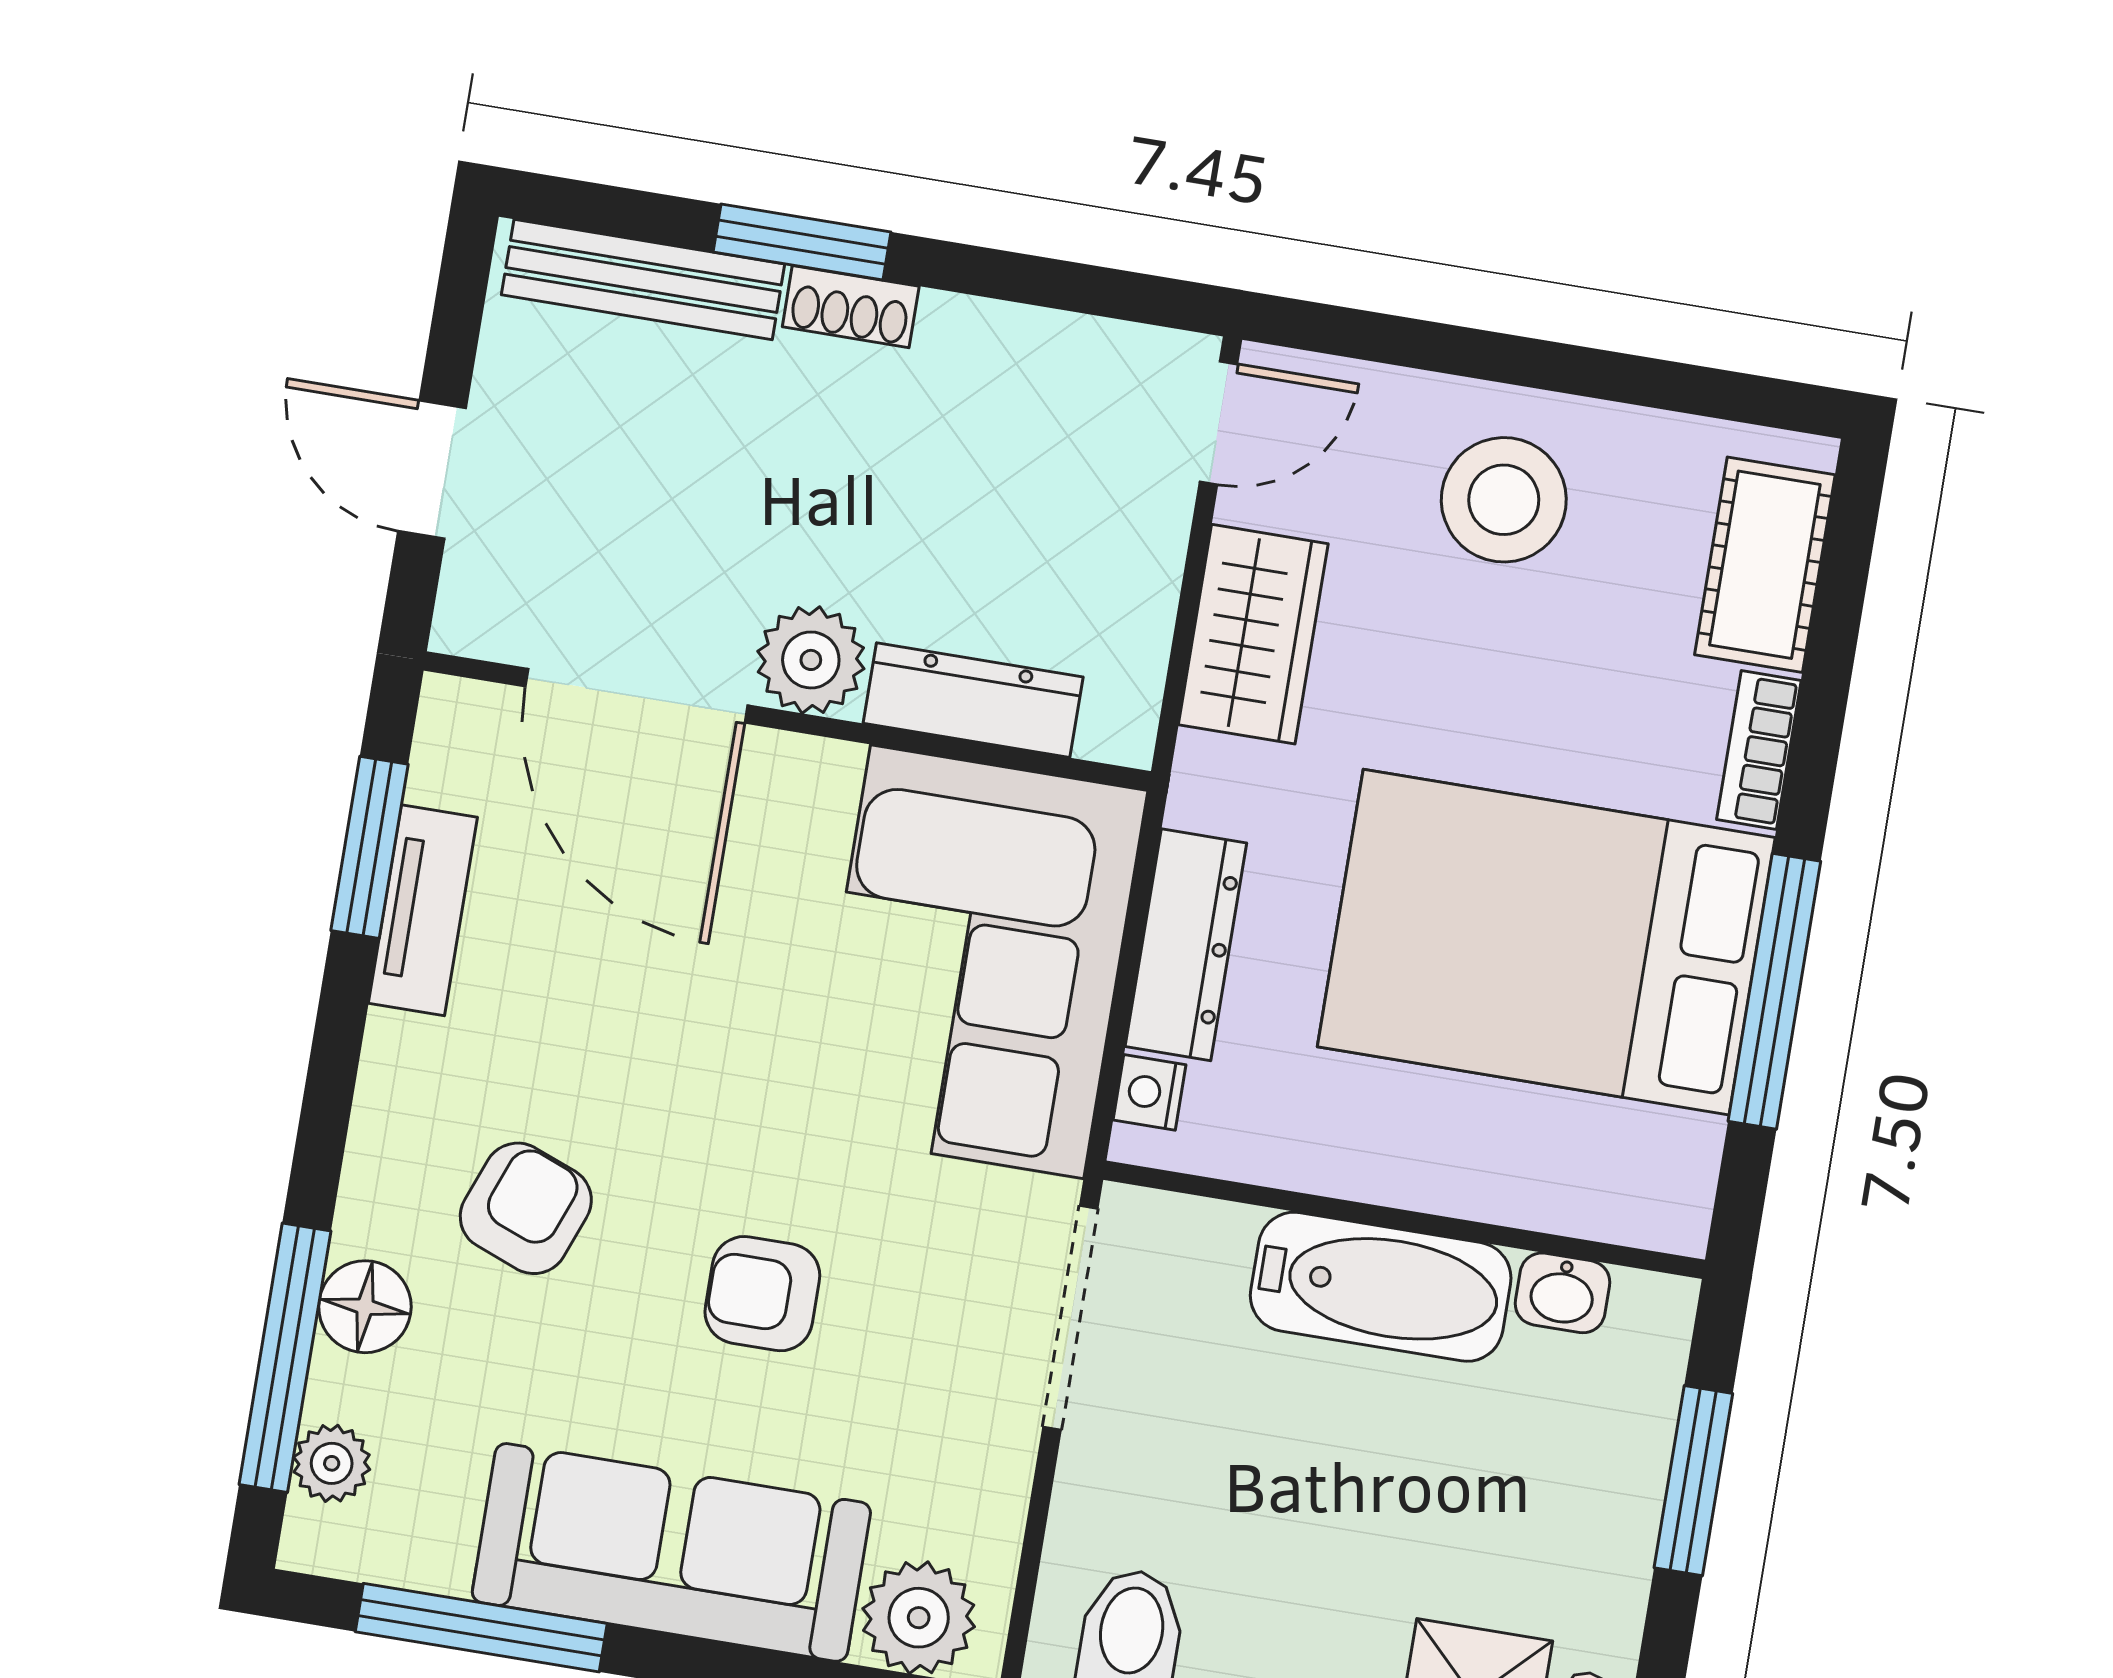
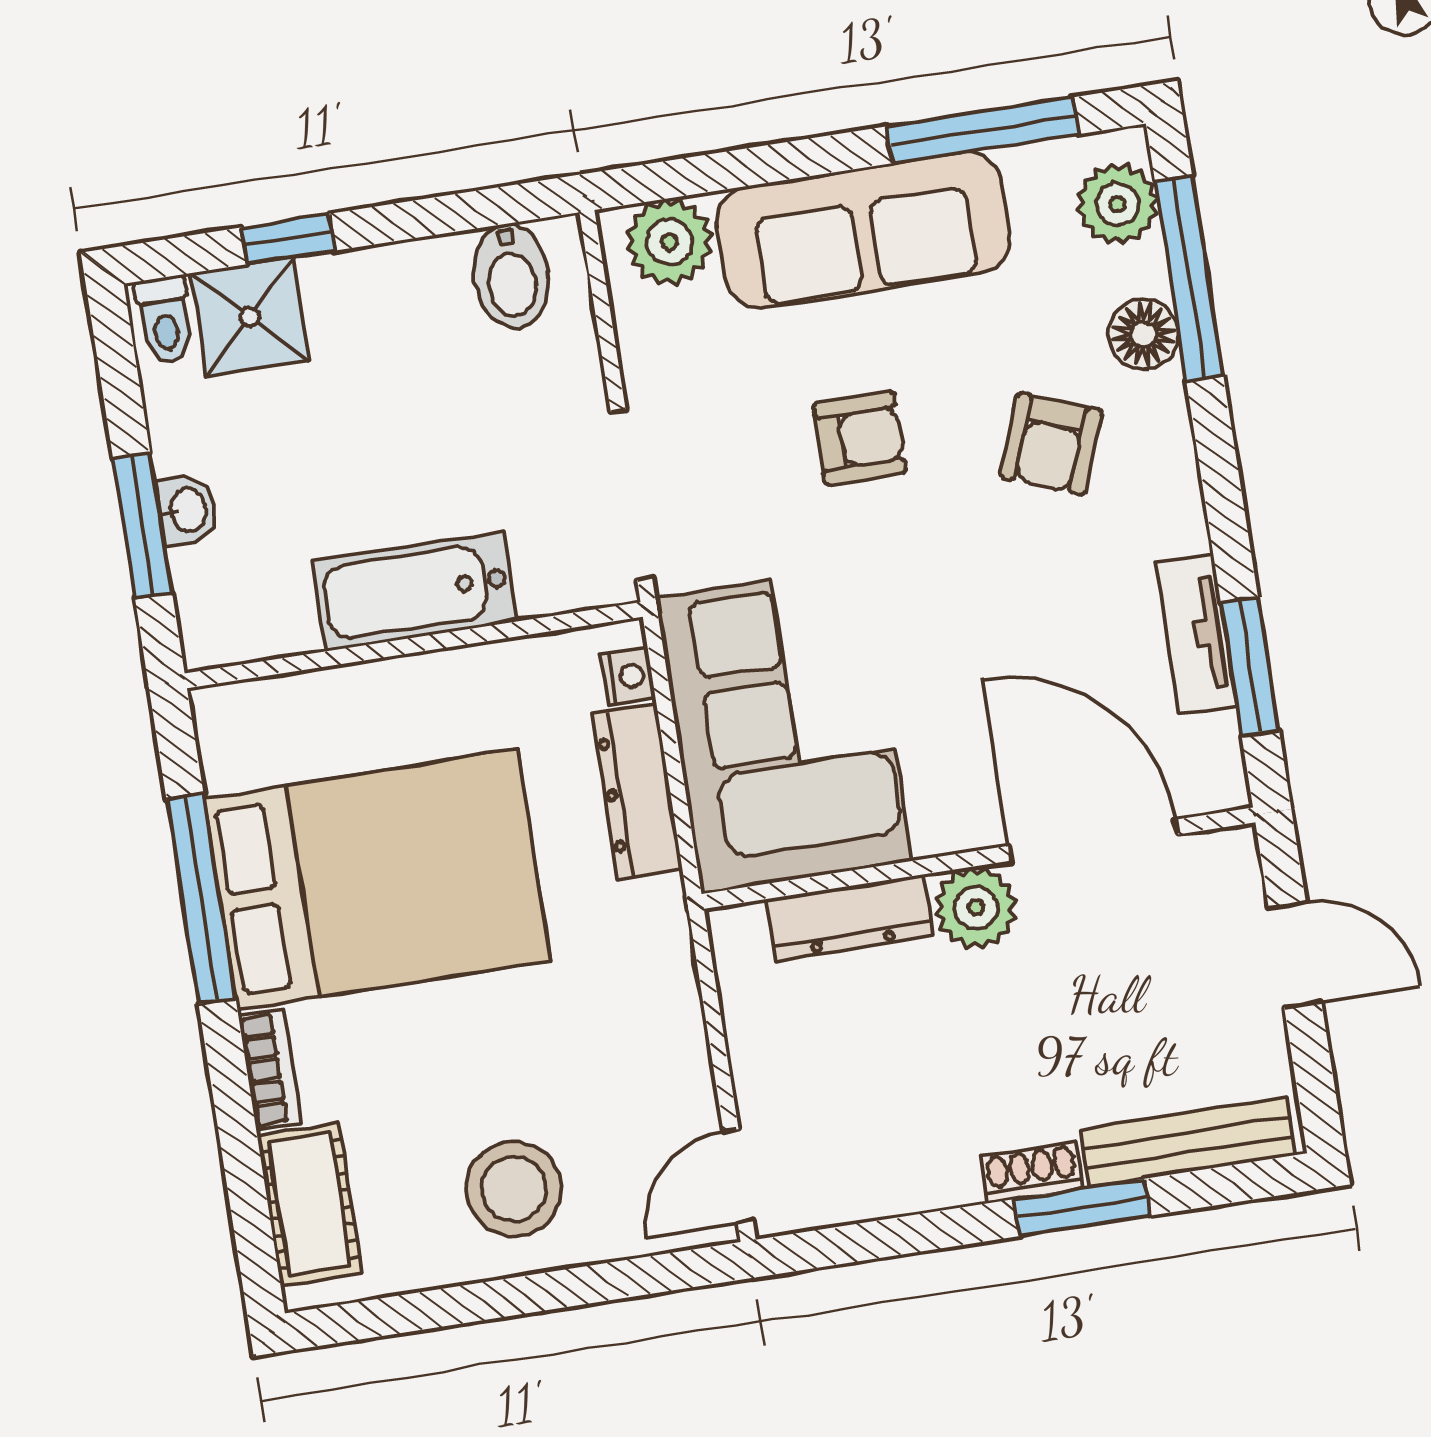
wardrobe: (1253, 634) -> (663, 1032), removed
washbasin: (1562, 1293) -> (187, 510), moved, turned 90
plant: (332, 1463) -> (1117, 204), width x1.38, depth x1.38

